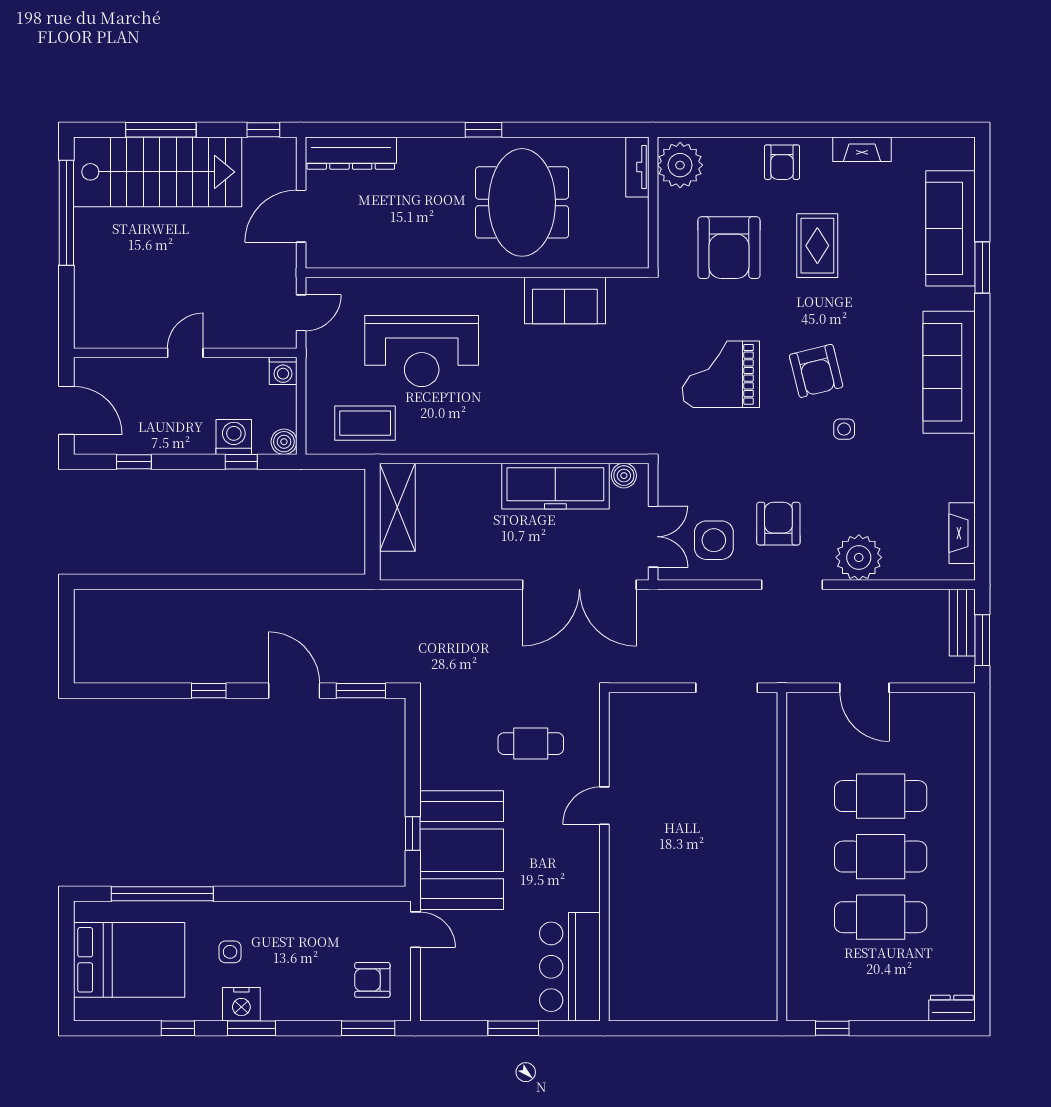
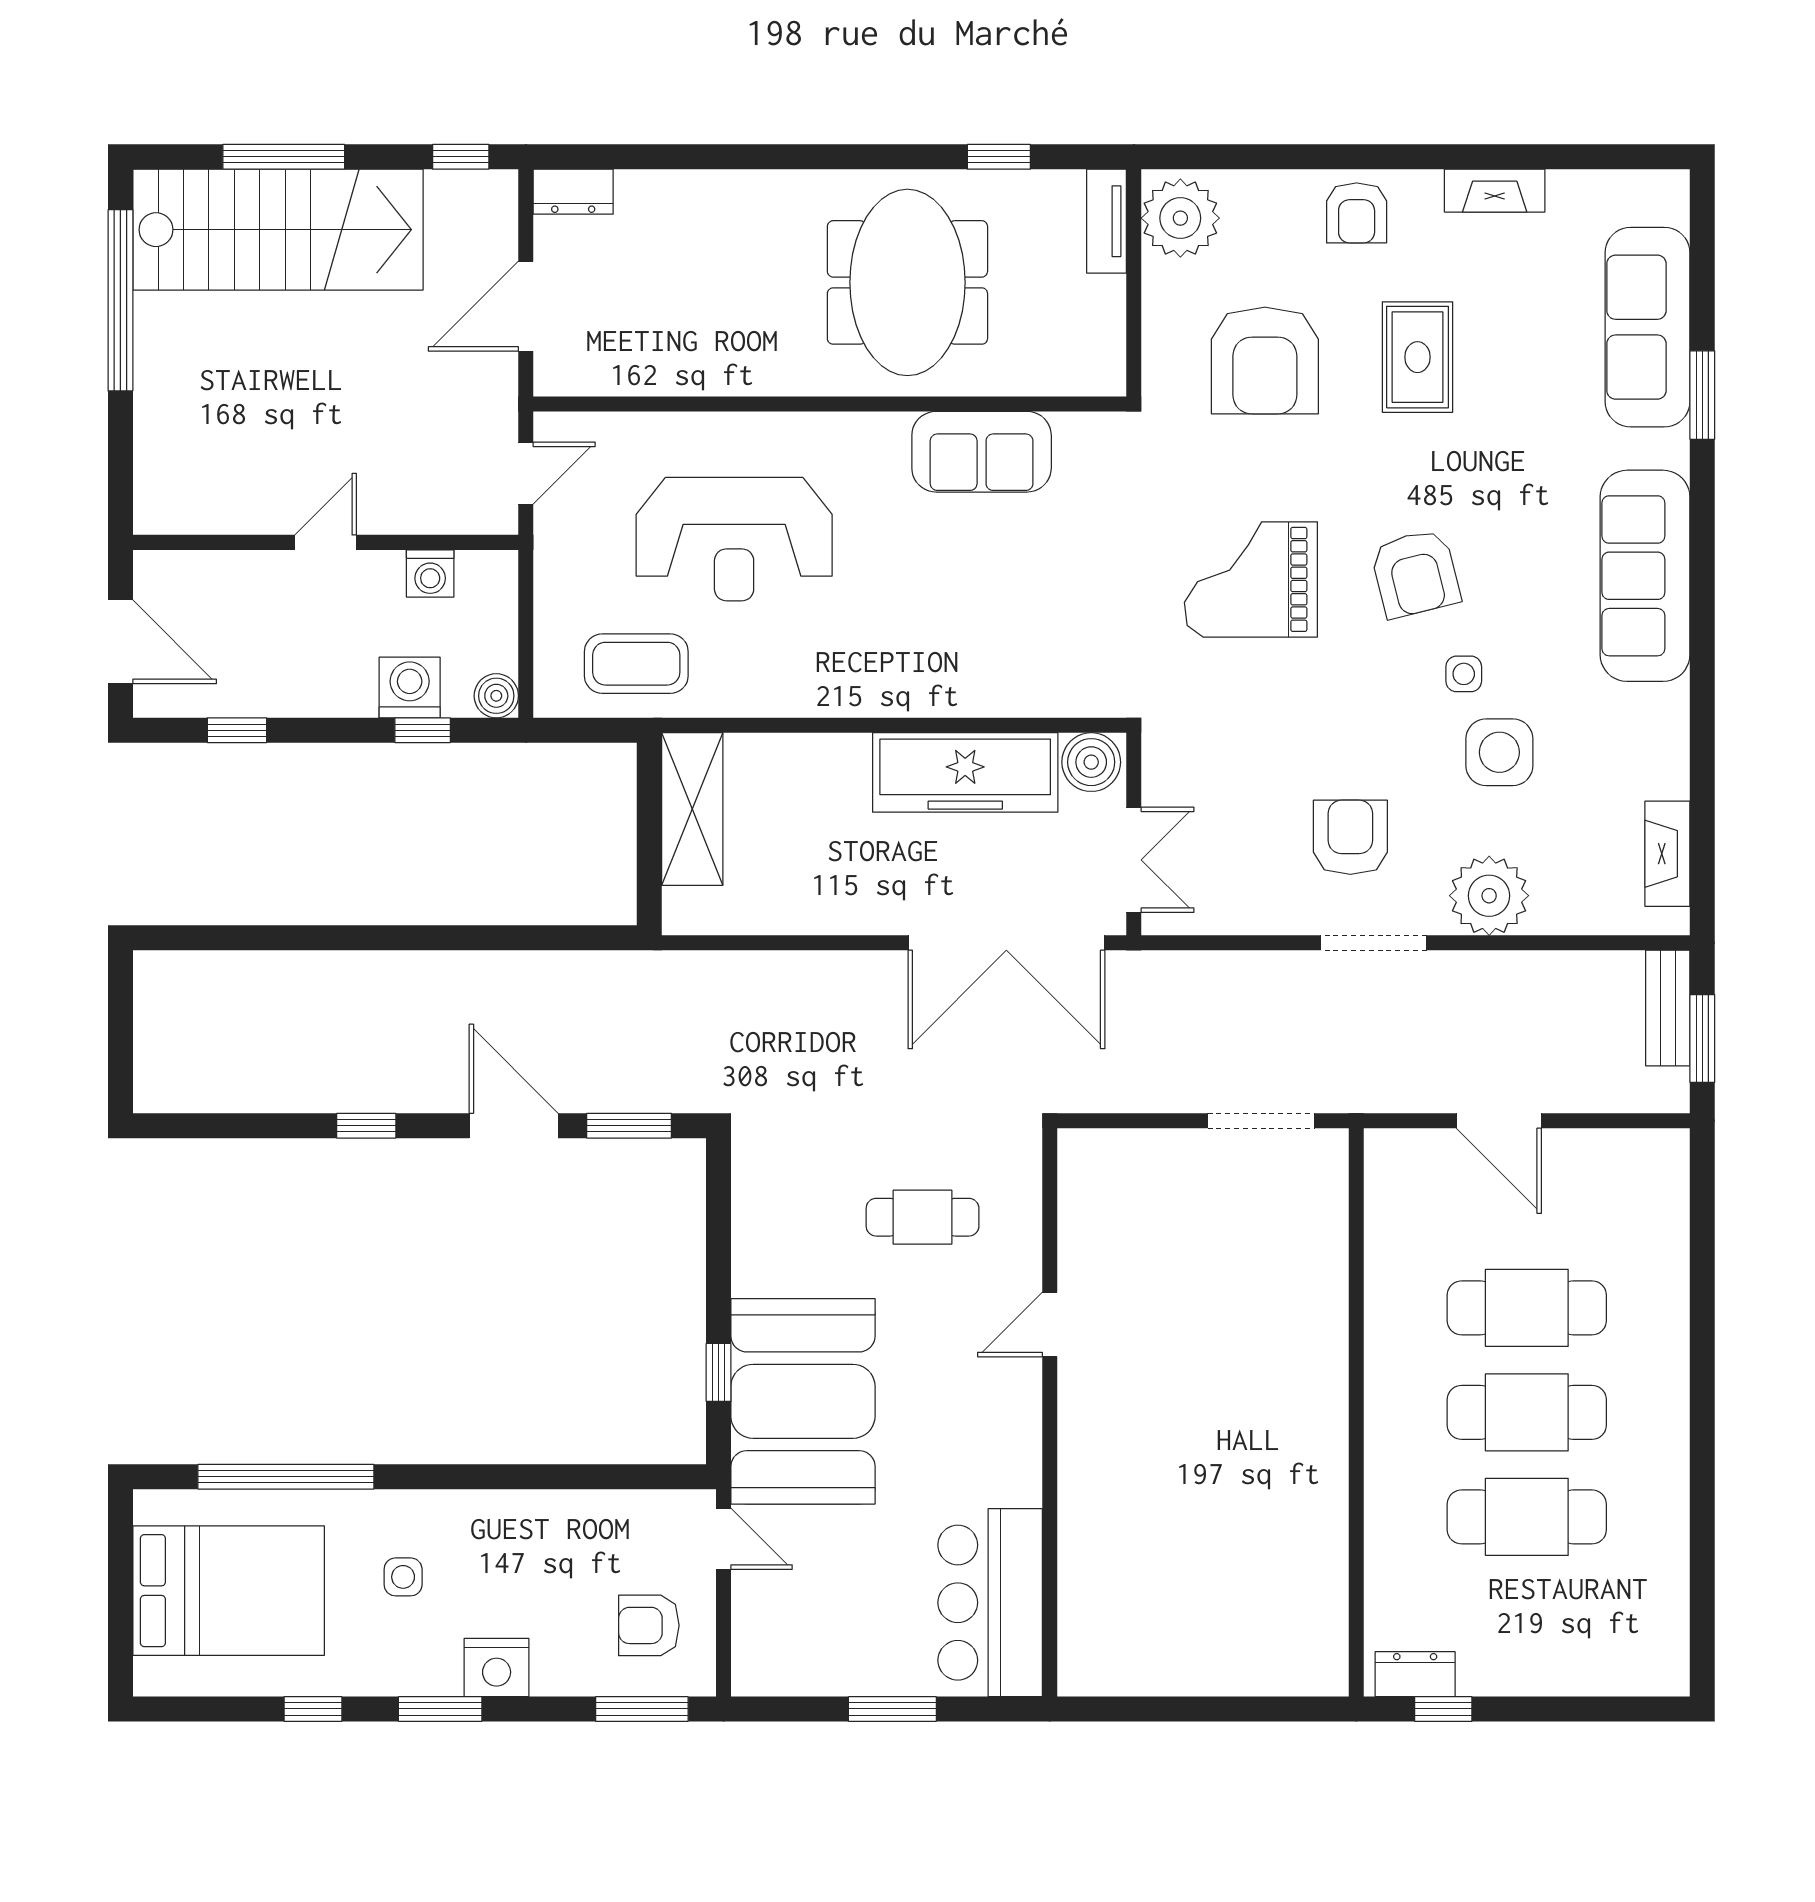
window: (483, 130) -> (999, 157), moved
dresser: (351, 153) -> (573, 192), width x0.51, depth x0.80
washing machine: (283, 371) -> (430, 573), moved
boiler: (624, 476) -> (1091, 762), width x1.36, depth x1.36
side table: (714, 540) -> (1499, 752), moved
nightstand: (241, 1004) -> (497, 1668), moved
dresser: (952, 1008) -> (1415, 1674), moved

